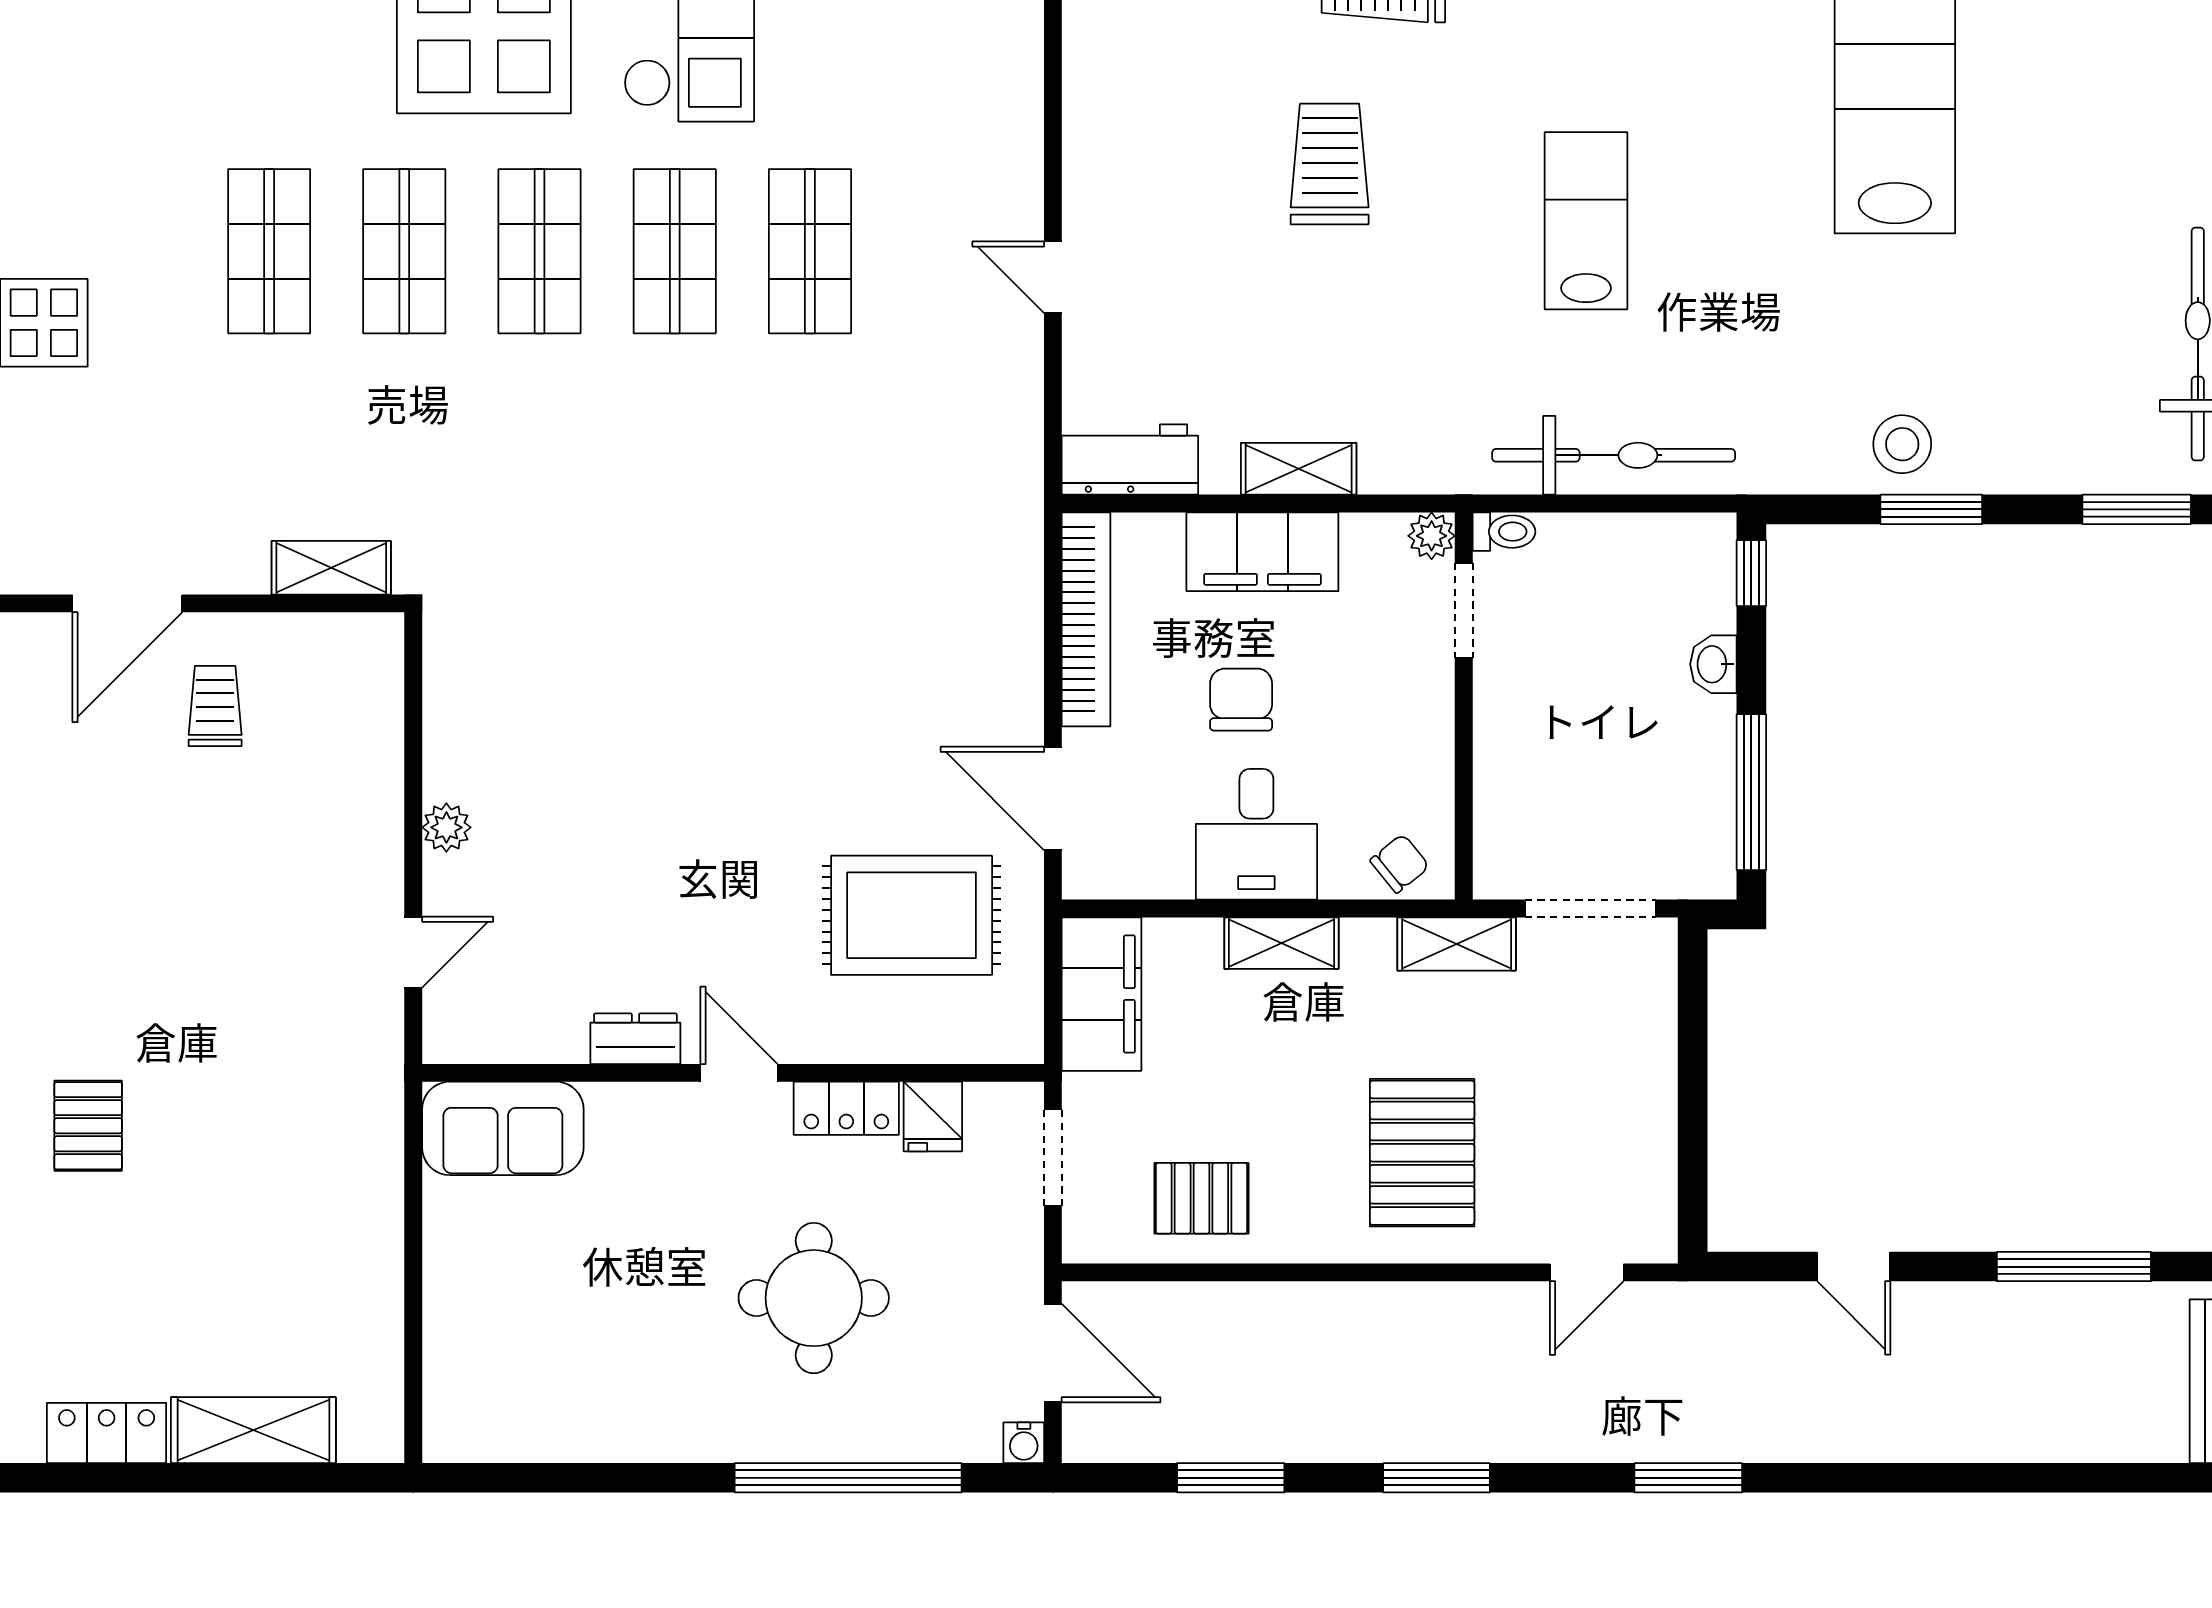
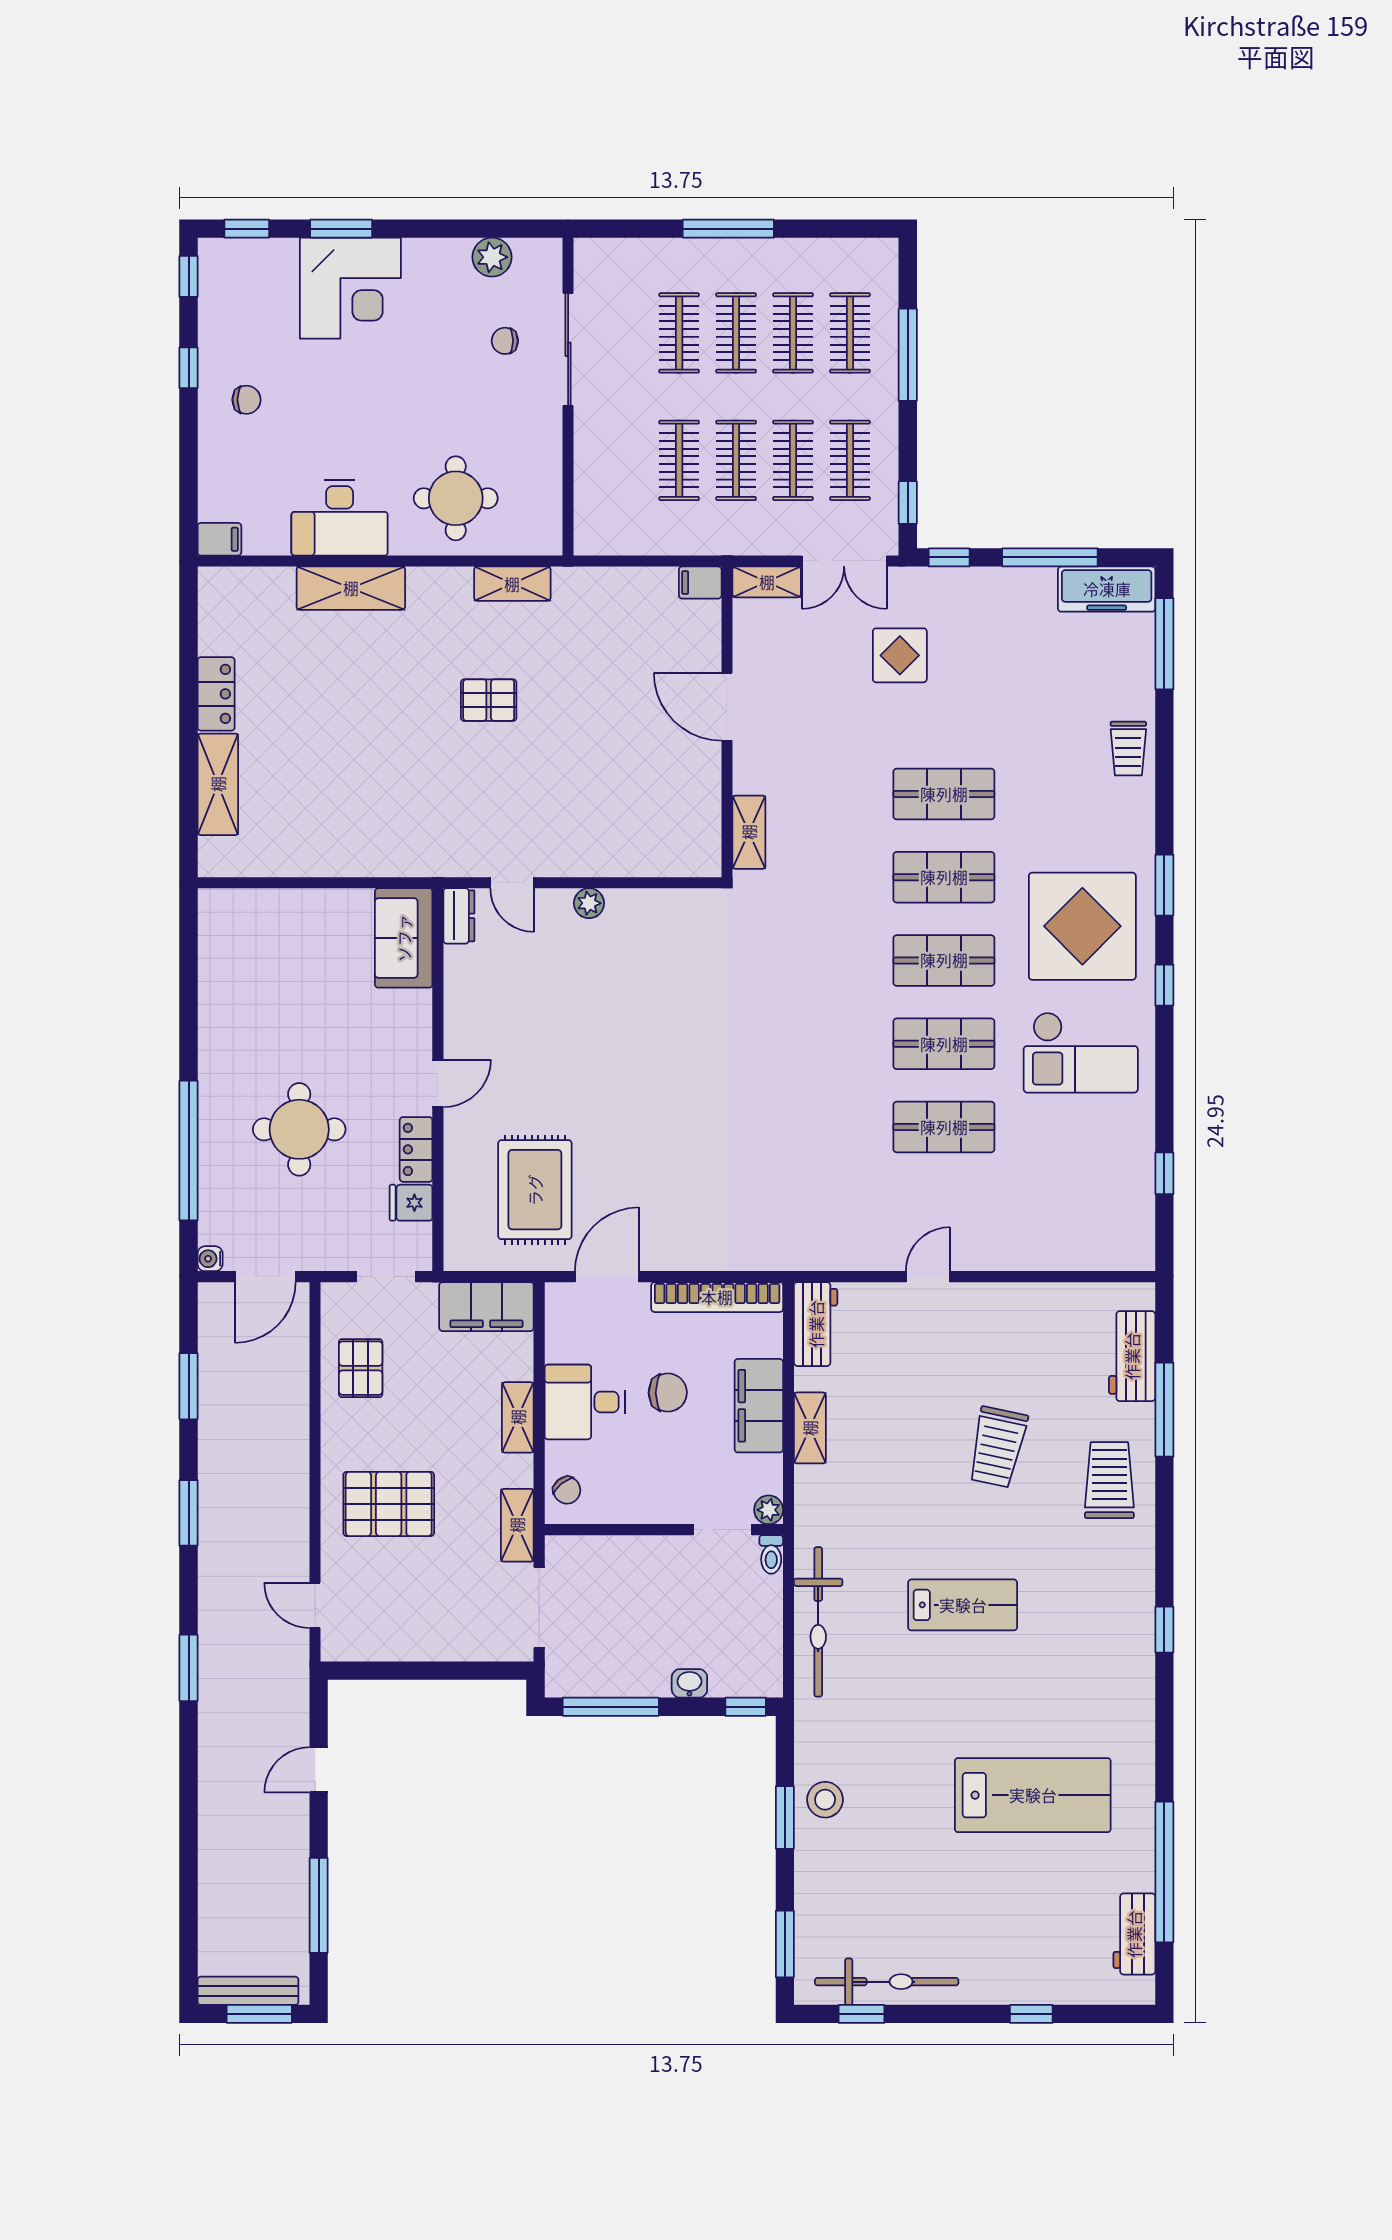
trolley: (1330, 164) -> (998, 1447), turned 102
trolley: (215, 706) -> (664, 761), removed
dresser: (635, 1039) -> (459, 916), moved
pallet: (88, 1126) -> (489, 700), moved

